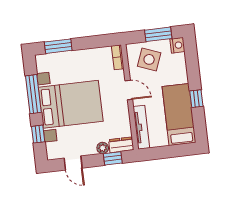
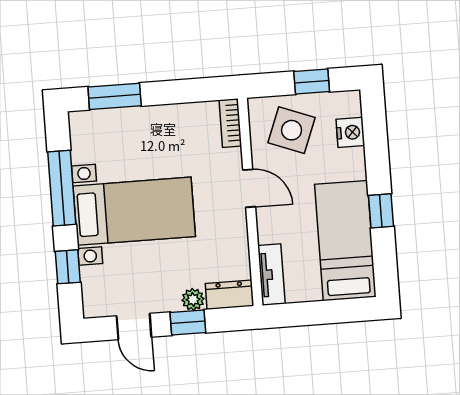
window: (158, 34) -> (312, 82), width x0.67
nightstand: (177, 45) -> (350, 132), moved
bed with nightstands: (71, 104) -> (134, 211), width x0.73
tv unit: (141, 127) -> (271, 275), width x0.71
window: (113, 158) -> (188, 322), moved

